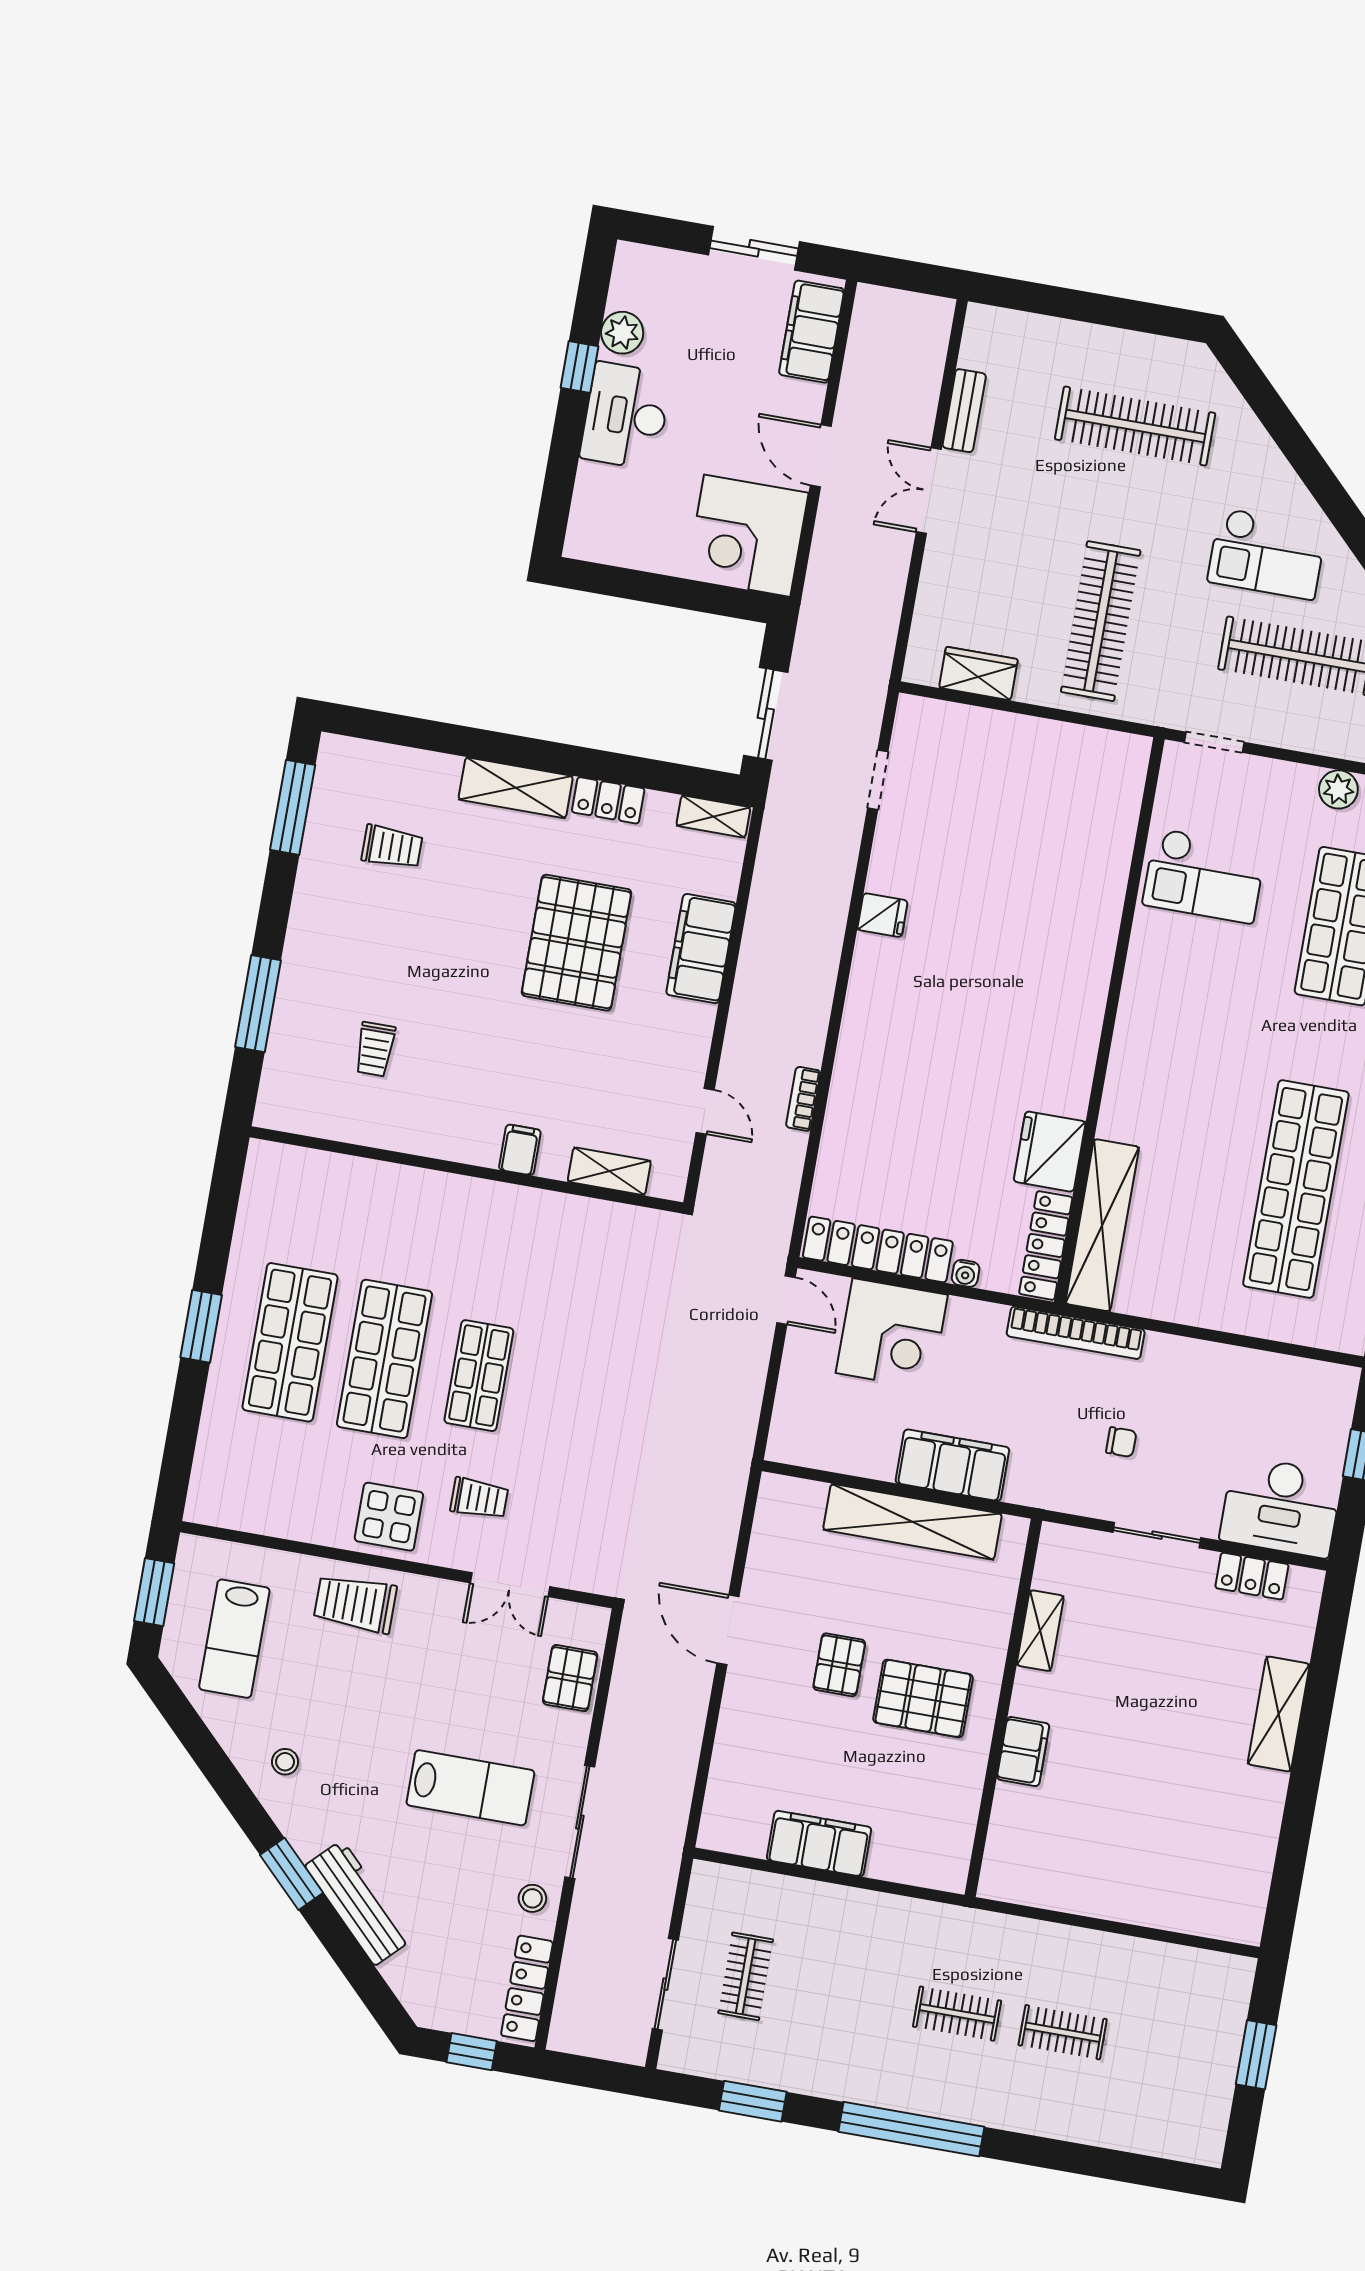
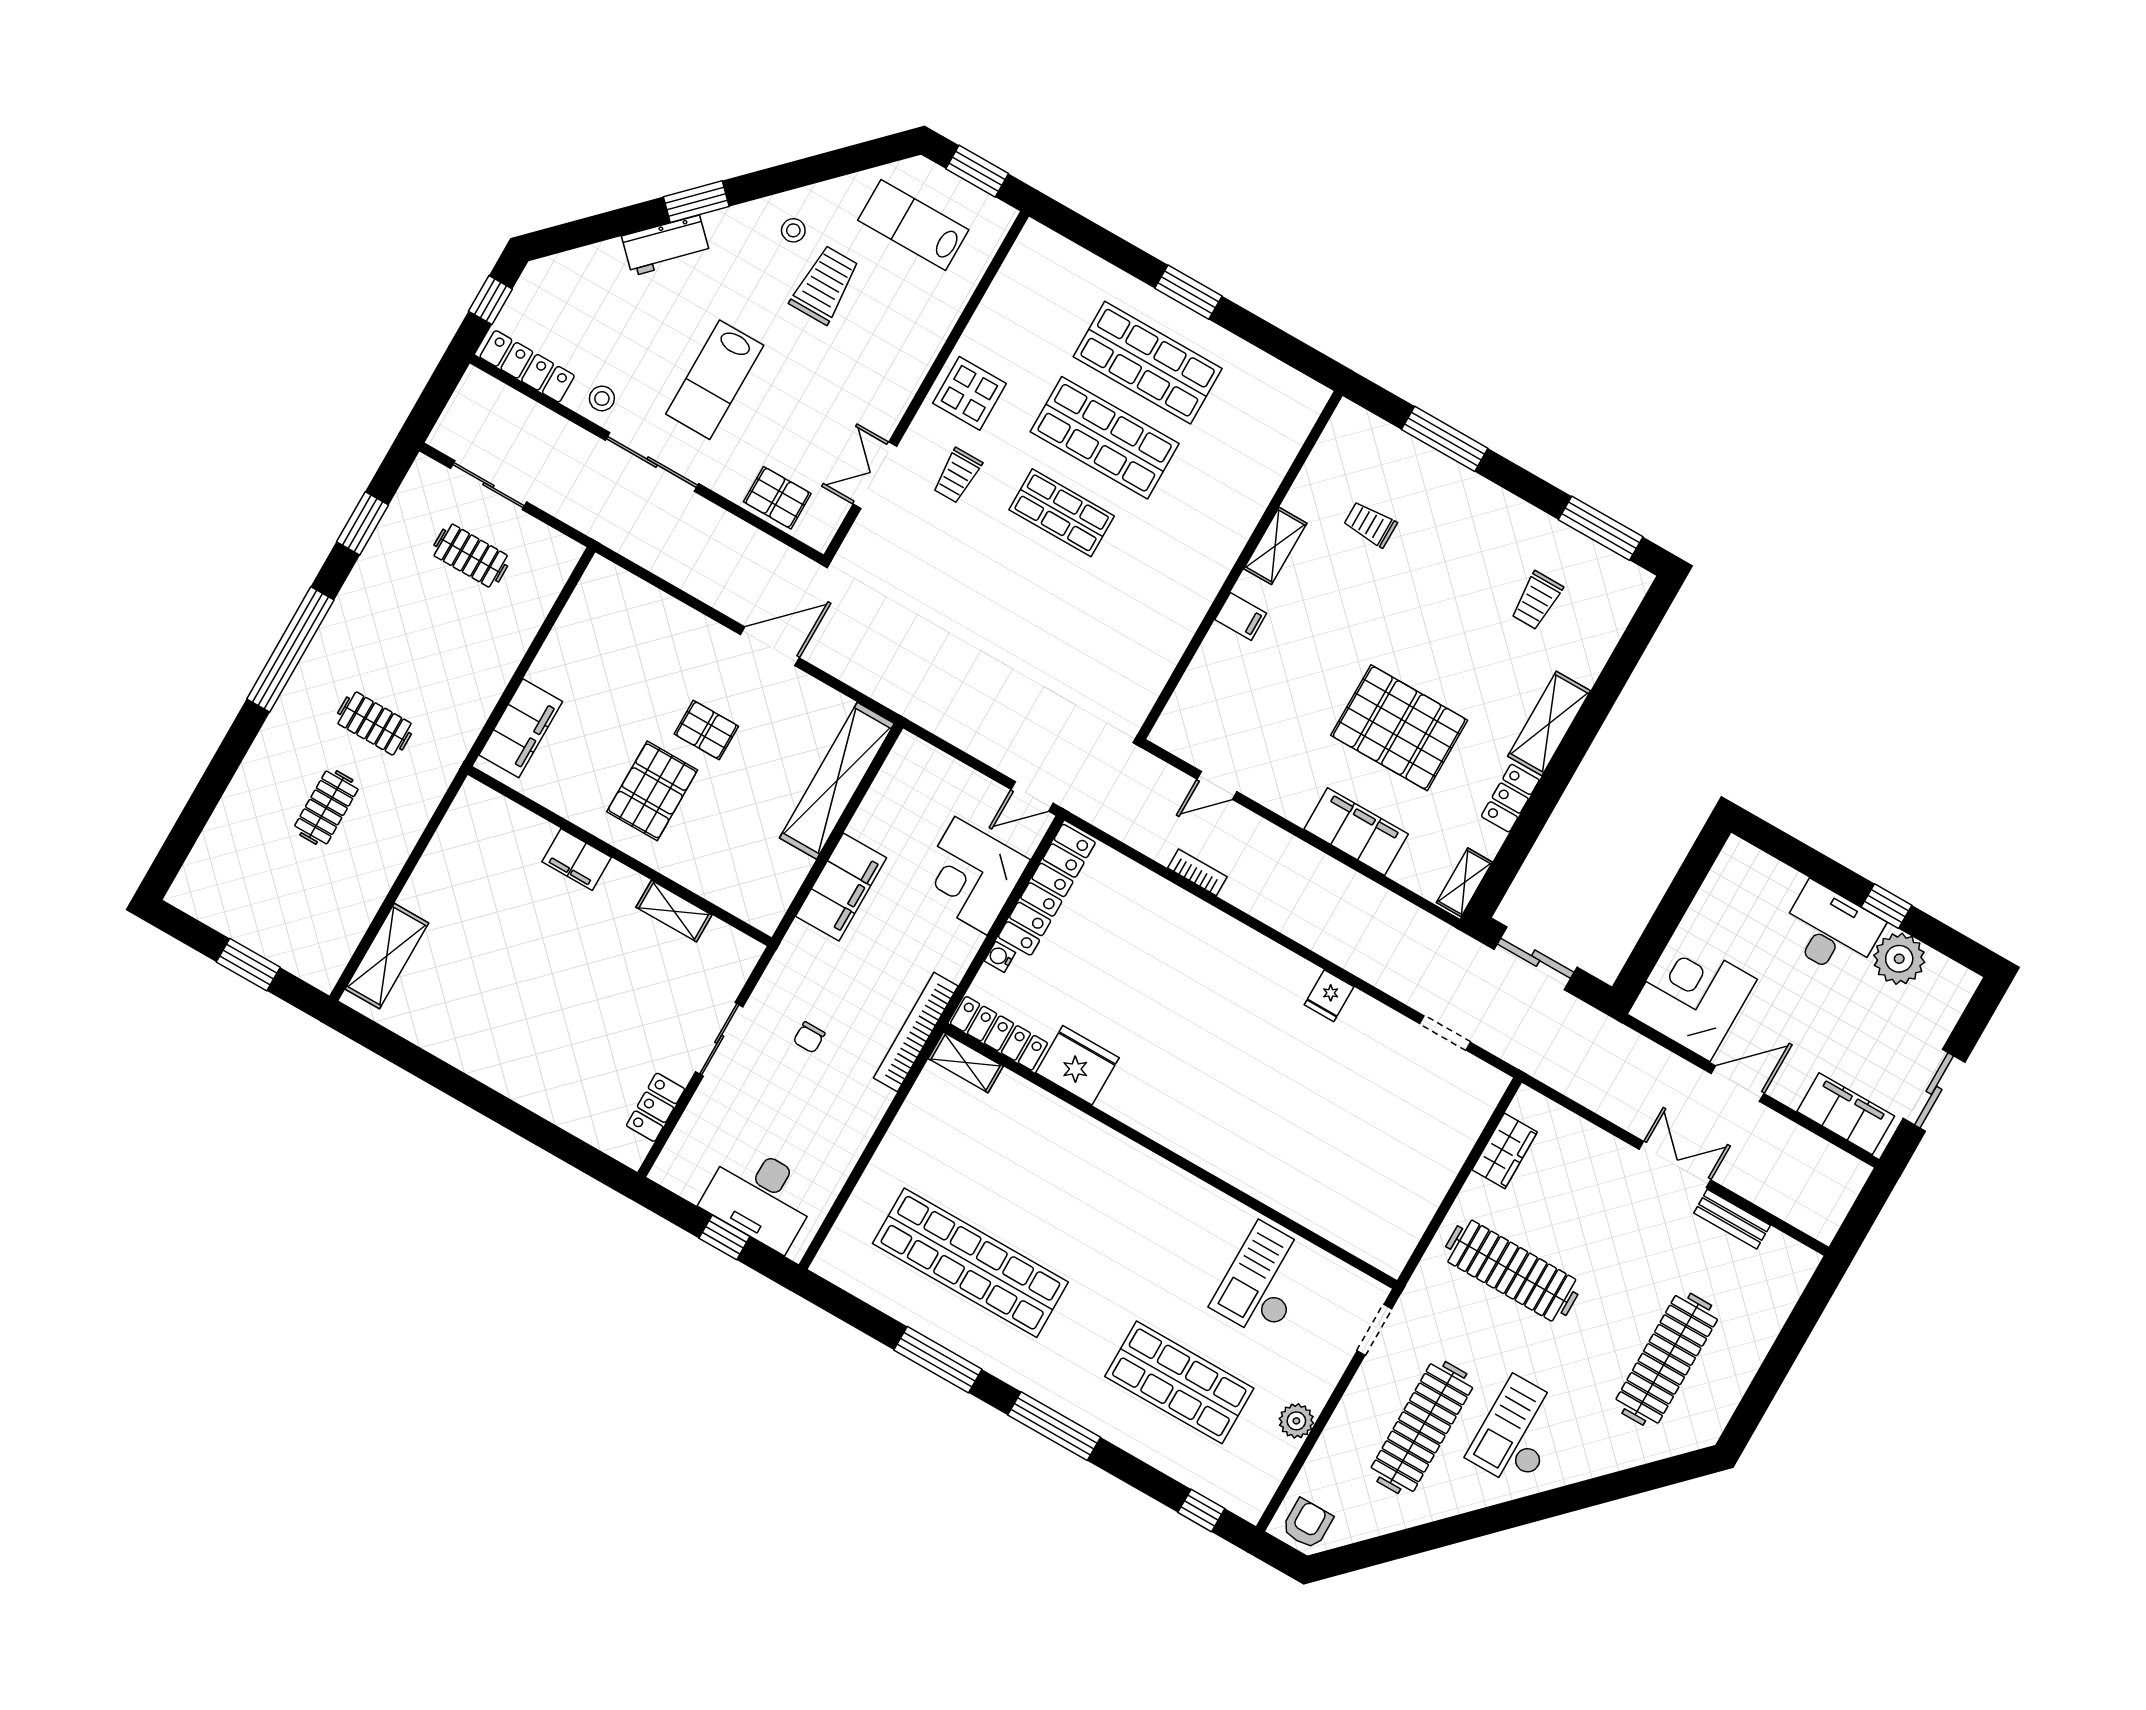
plant: (622, 333) -> (1899, 959), width x1.36, depth x1.36
shelving: (609, 1171) -> (1275, 546), moved
shelving: (1102, 1225) -> (966, 1062), width x0.45, depth x0.75
desk: (1281, 1507) -> (760, 1197), moved, turned -90
shelving: (912, 1522) -> (837, 781), moved
trolley: (355, 1604) -> (825, 285), moved
shelving: (1279, 1714) -> (387, 956), moved, turned 90
filing cabinet: (819, 1844) -> (521, 728), moved
workbench: (358, 1903) -> (666, 246), width x0.73
clothes rail: (957, 2014) -> (374, 724), turned 90

